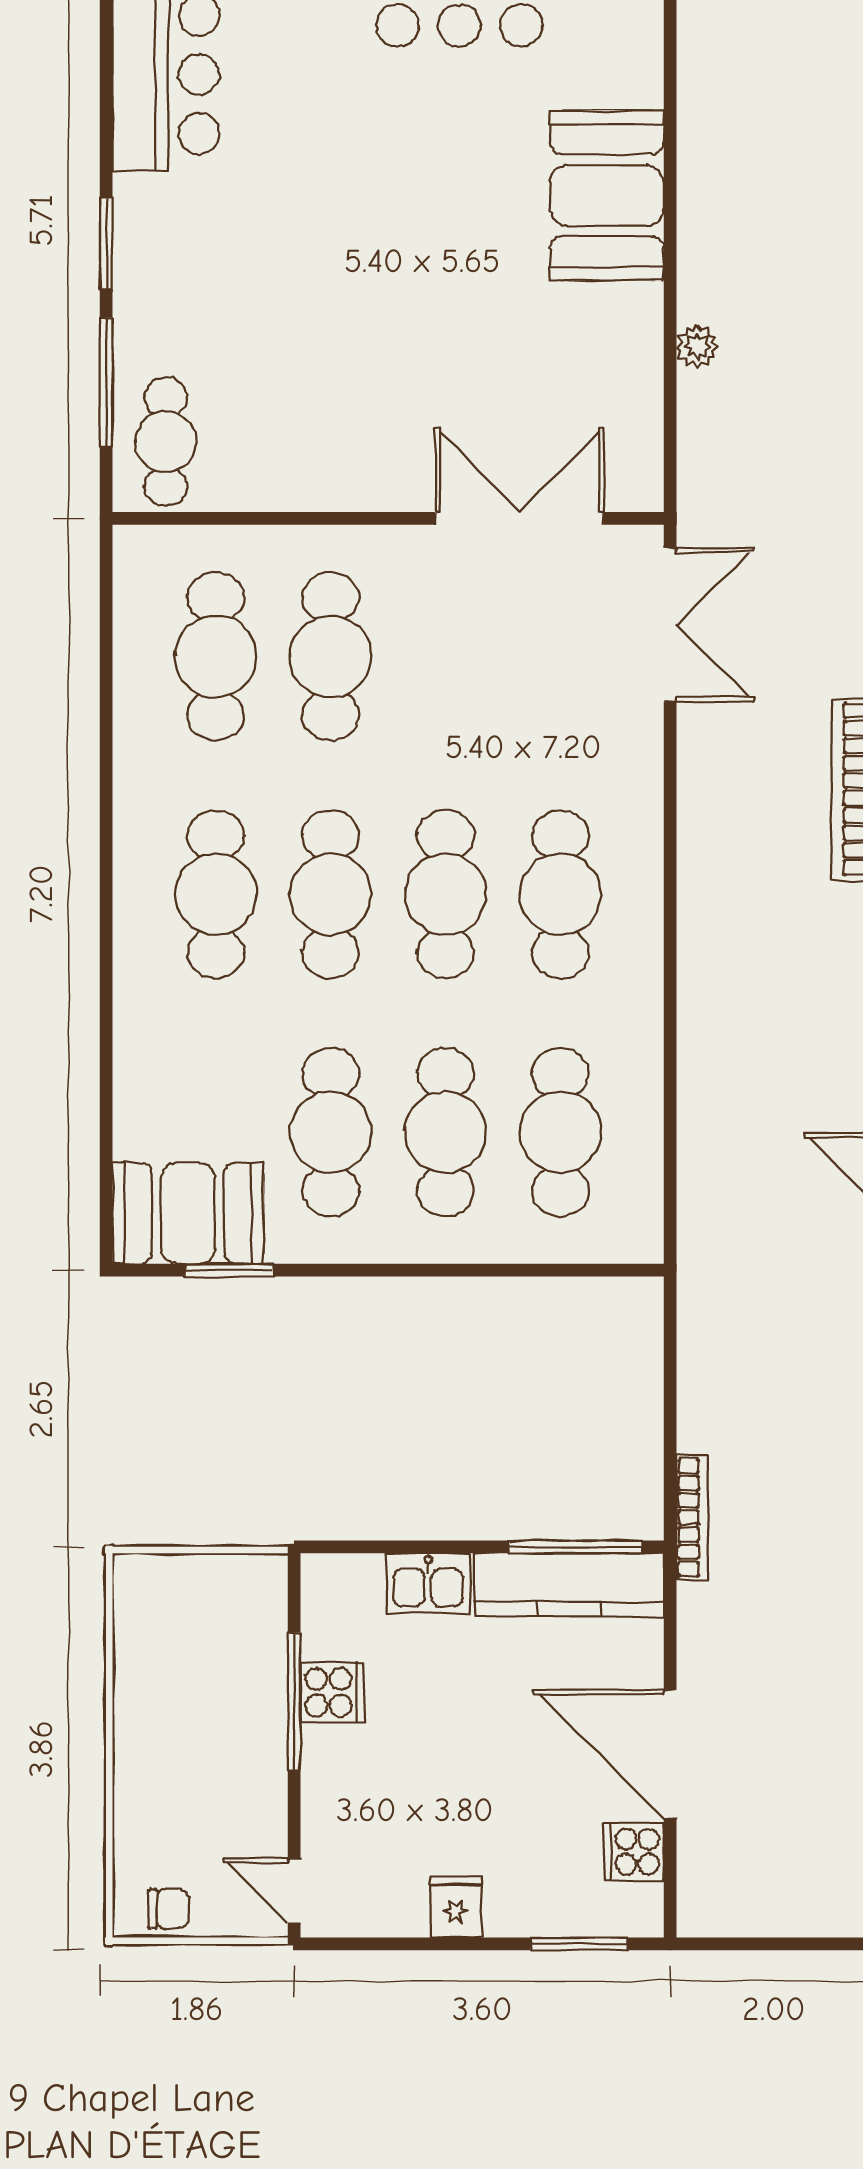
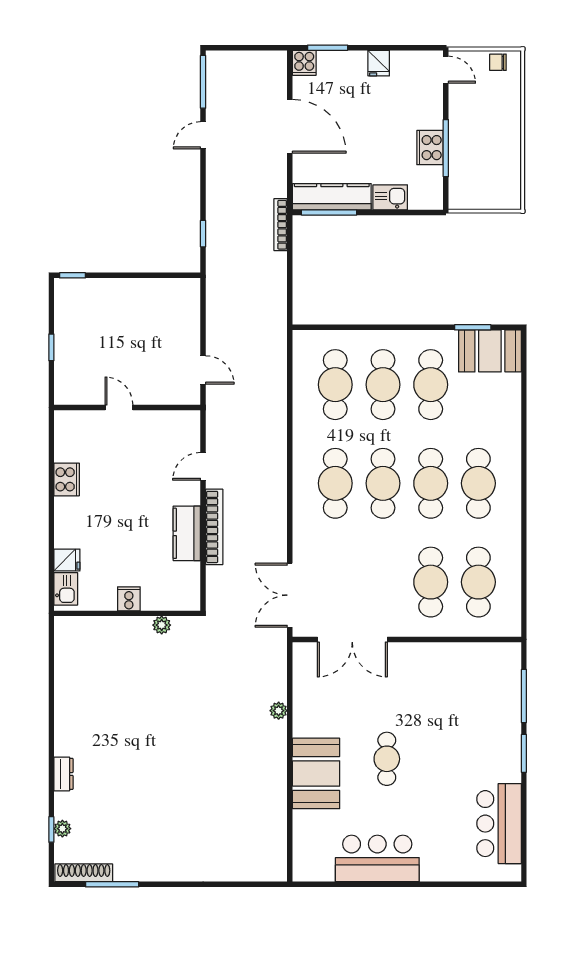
cafe table: (166, 442) -> (387, 759), moved
cooker: (332, 1692) -> (430, 148), width x1.36
cooker: (634, 1852) -> (304, 63), moved, turned 90

